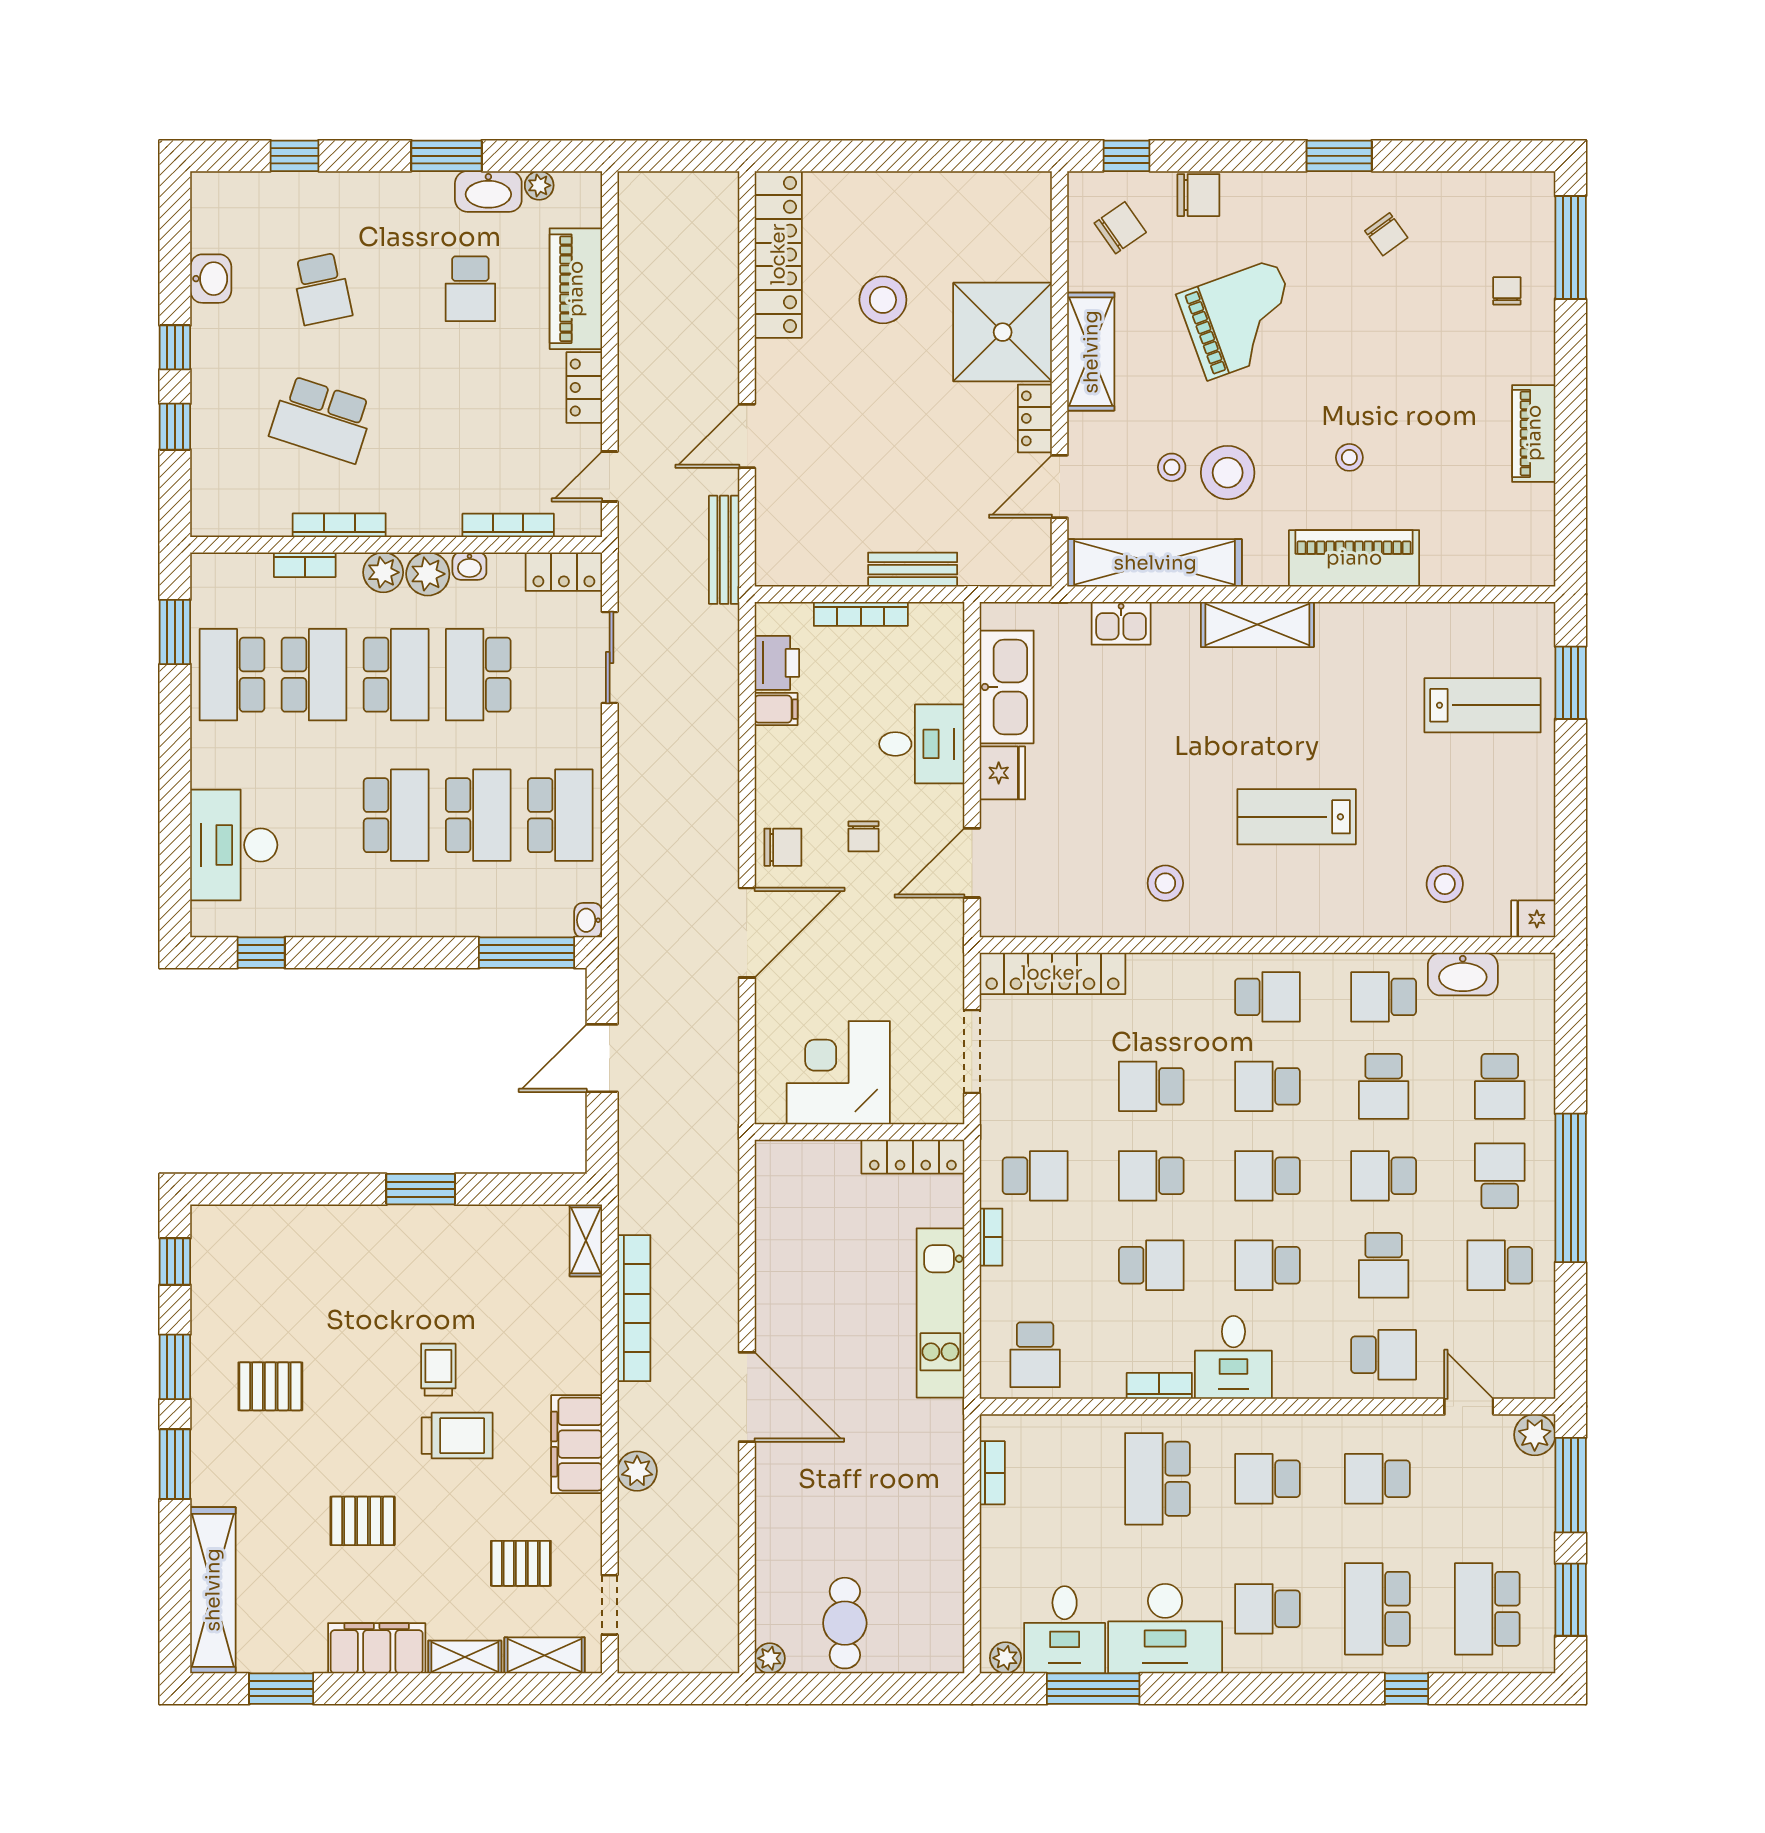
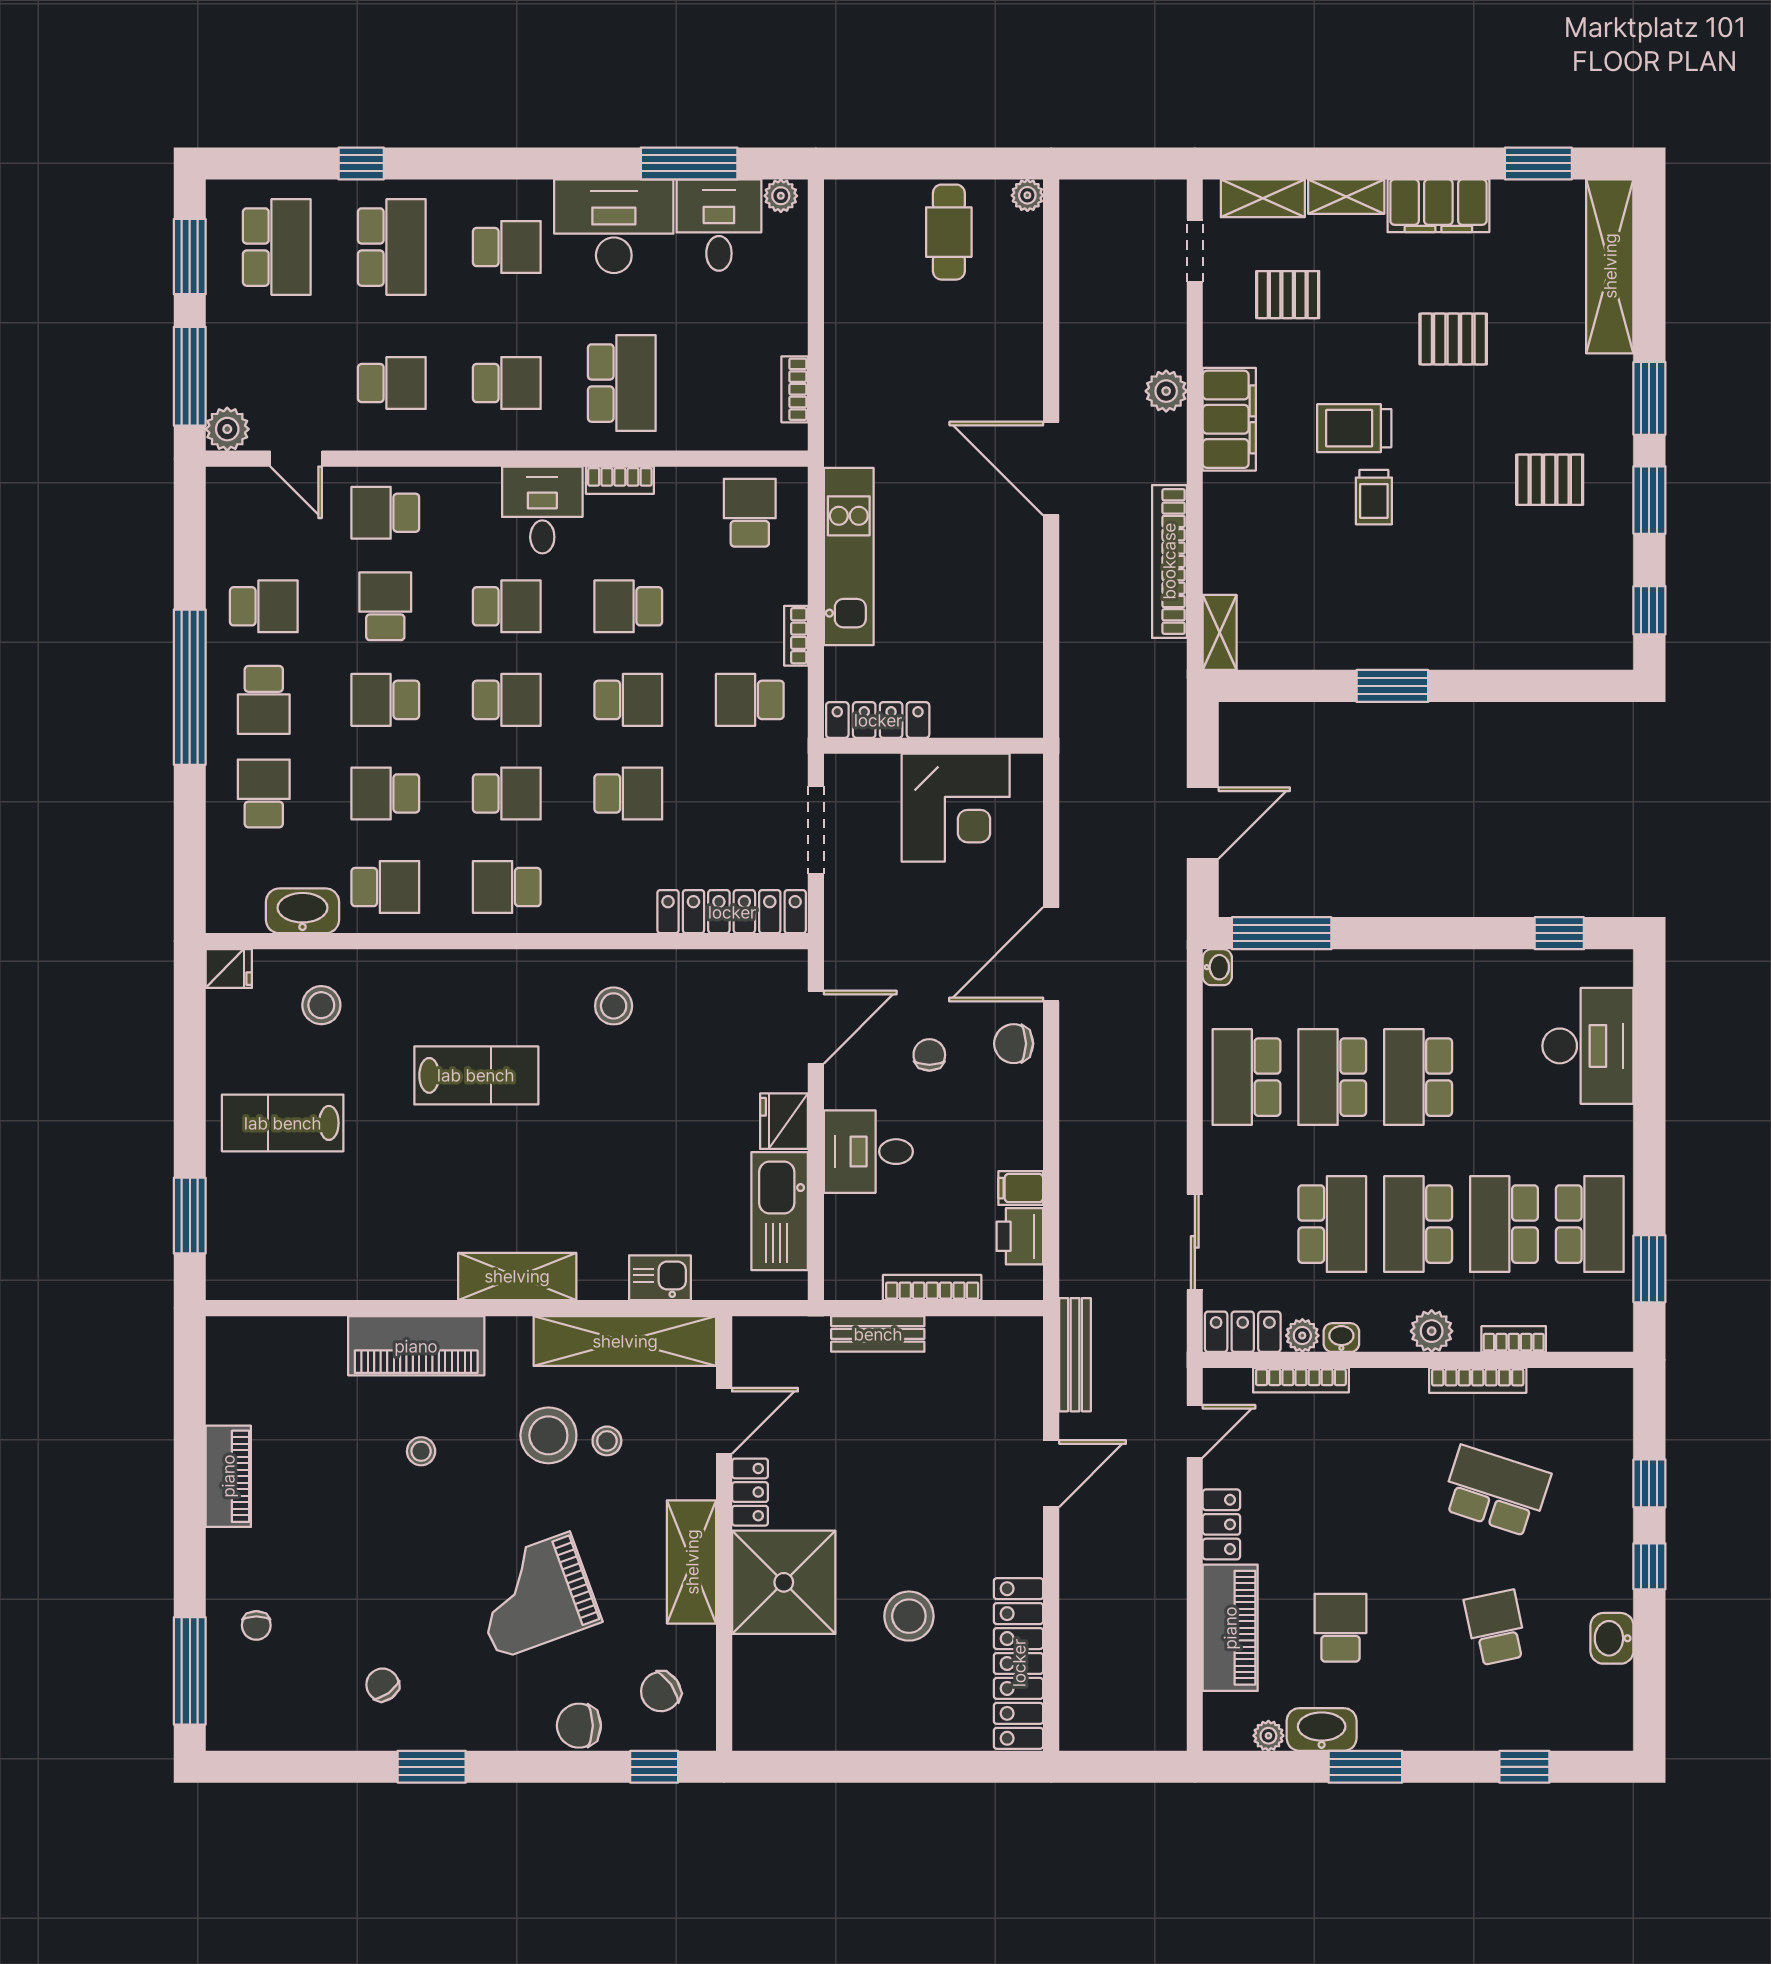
plant: (428, 574) -> (1302, 1336), moved, width x0.73, depth x0.73
lab bench: (1483, 705) -> (283, 1123), moved
school desk: (1384, 1086) -> (385, 793), turned -90
school desk: (1384, 1176) -> (385, 700), turned 180

